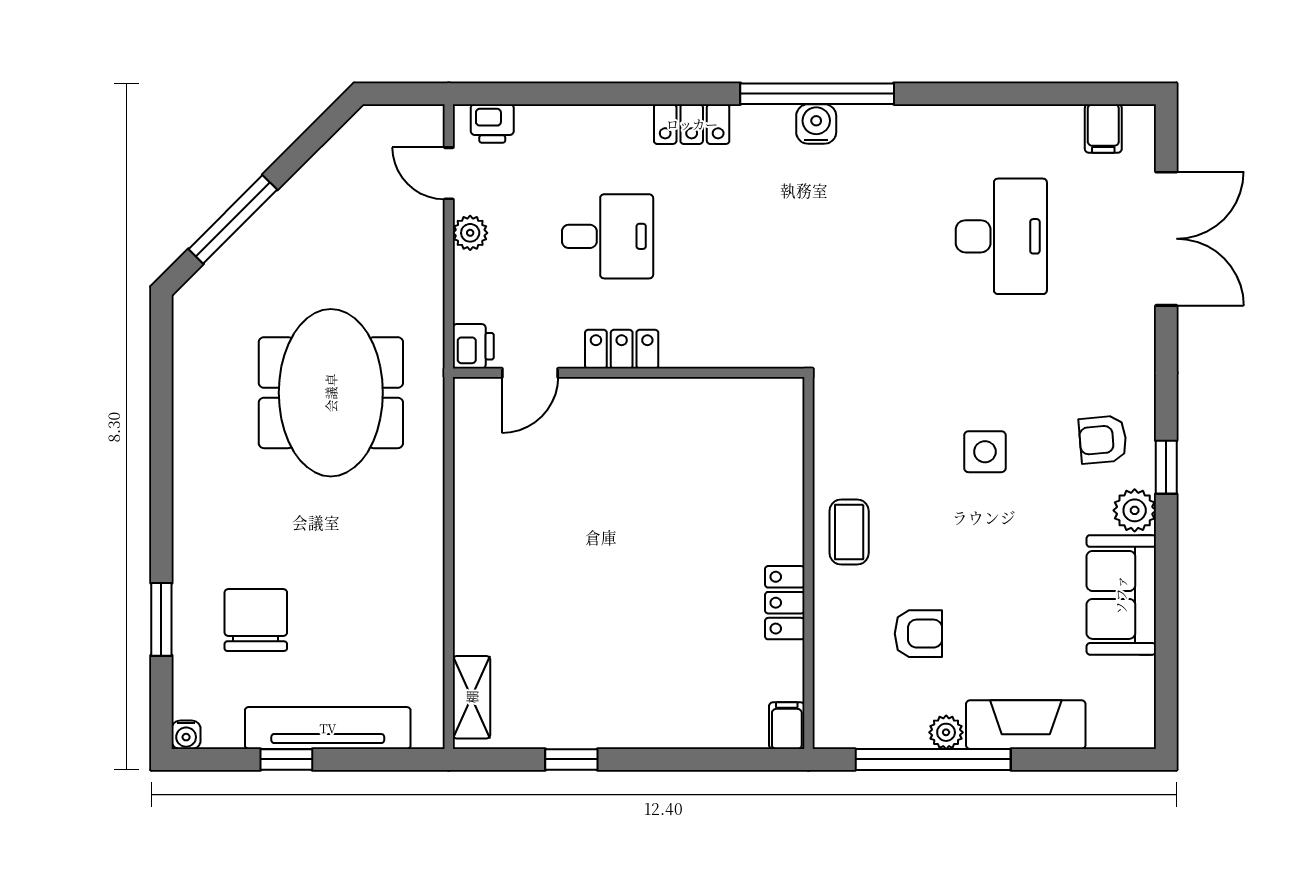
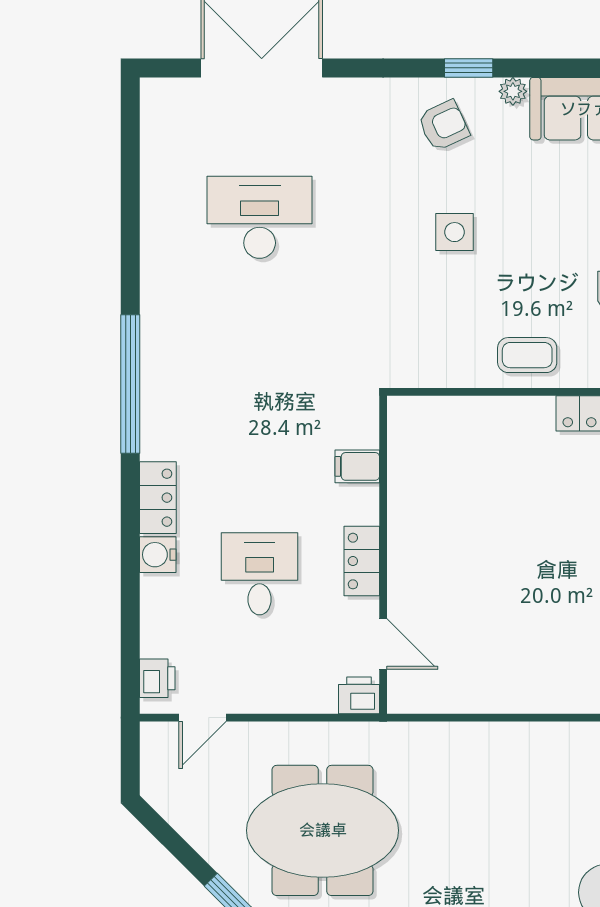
water cooler: (816, 124) -> (158, 555), moved
filing cabinet: (1103, 128) -> (357, 466), moved, turned 180
plant: (470, 233) -> (256, 698), removed
meeting table: (331, 393) -> (323, 830), moved
armchair: (1103, 440) -> (444, 125), turned -110
plant: (1135, 510) -> (513, 91), width x0.73, depth x0.73

